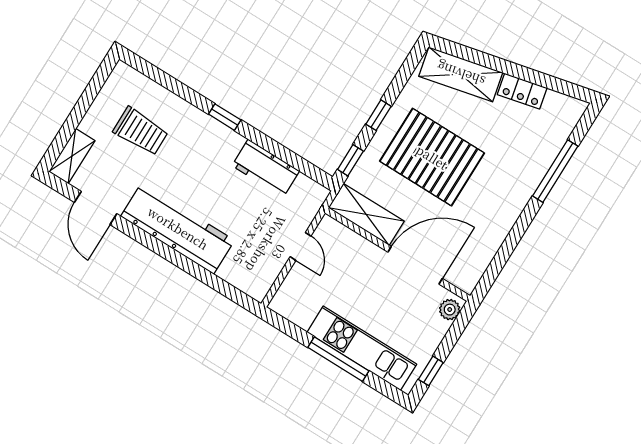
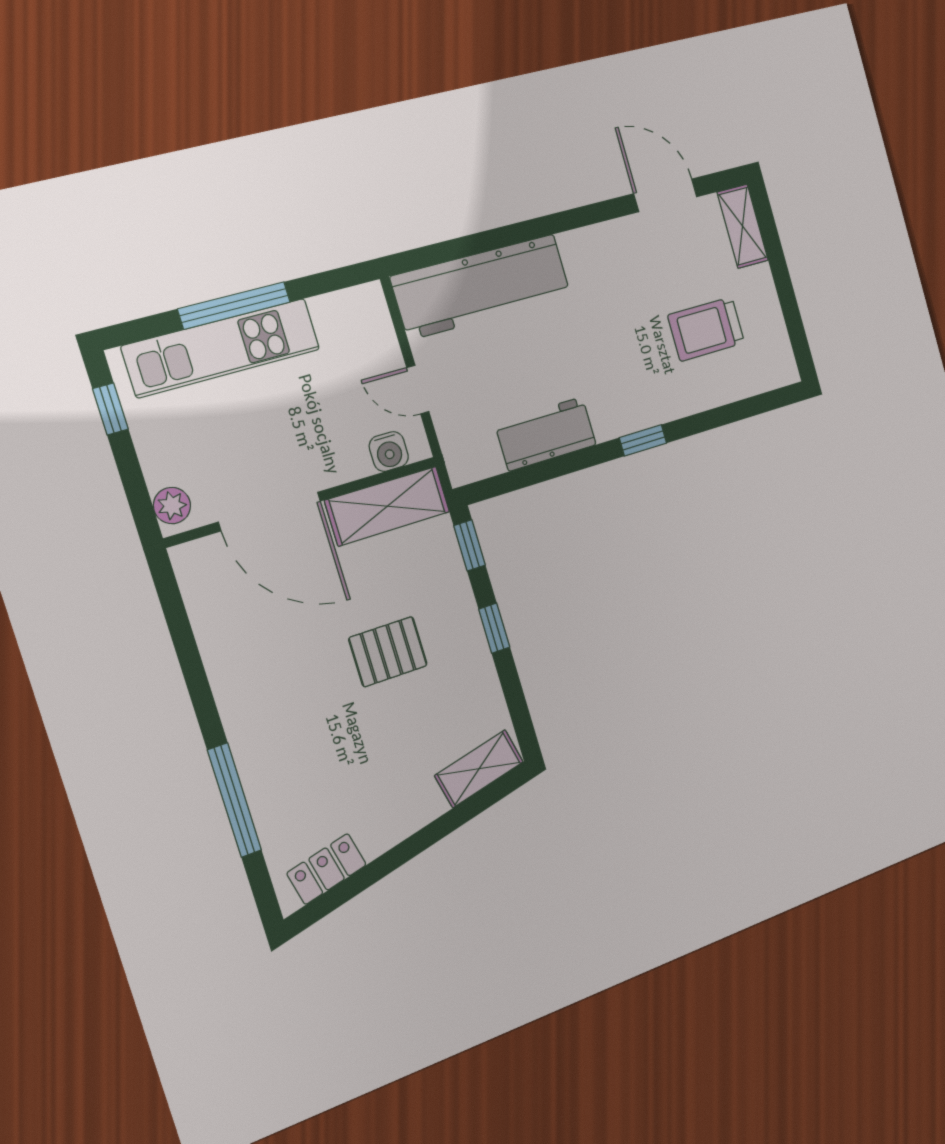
shelving: (461, 74) -> (479, 769), width x0.67, depth x0.75
locker: (522, 91) -> (327, 869), moved
pallet: (432, 157) -> (388, 652), width x0.49, depth x0.50
workbench: (178, 228) -> (482, 287), moved
water cooler: (341, 235) -> (389, 451), added
door: (415, 265) -> (270, 511), hinge flipped

